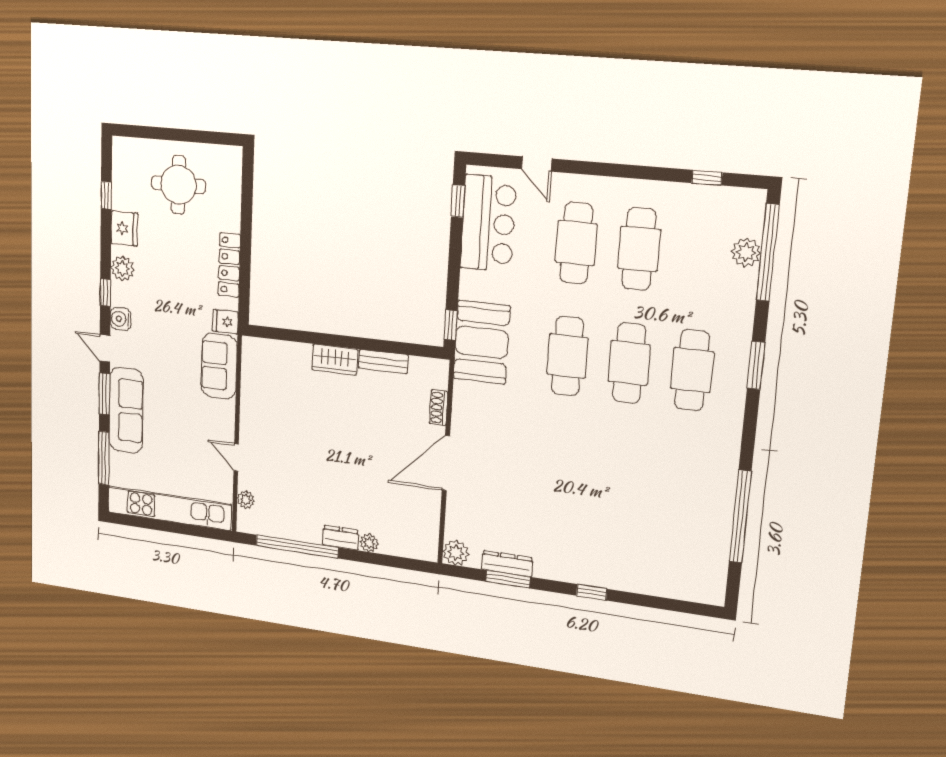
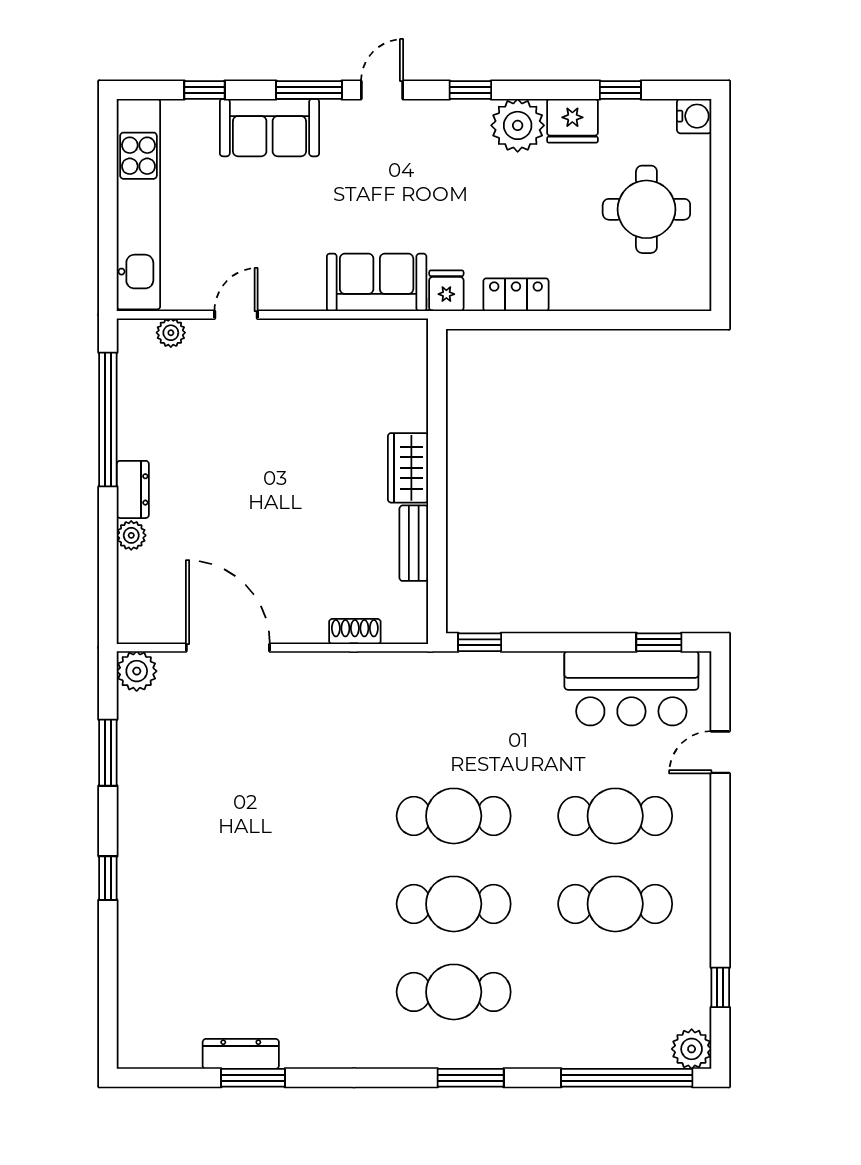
plant: (746, 252) -> (692, 1049), moved
locker: (229, 265) -> (516, 295), width x0.66
plant: (122, 269) -> (518, 125), width x1.36, depth x1.36
water cooler: (120, 319) -> (694, 116), moved, turned 90
booth: (482, 342) -> (459, 690), removed
sofa: (126, 410) -> (269, 128), width x0.73
window: (104, 458) -> (204, 90), width x0.46
door: (446, 463) -> (228, 648), moved
window: (740, 517) -> (253, 1078), width x0.47
dresser: (507, 564) -> (241, 1054), moved, turned -90

